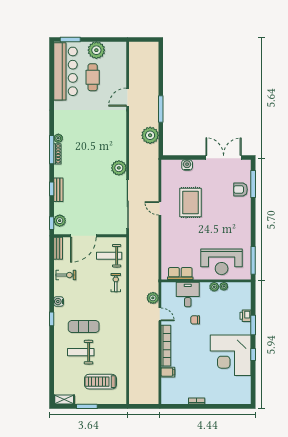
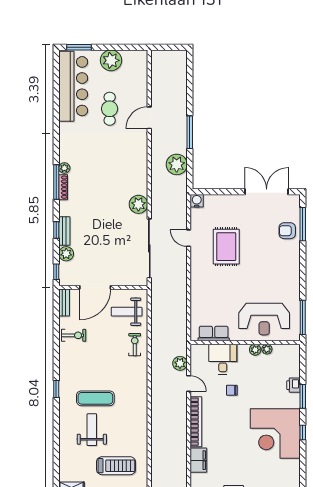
cafe table: (93, 77) -> (110, 109), moved
water cooler: (187, 165) -> (197, 201), moved
door: (160, 208) -> (189, 238), moved
plant: (60, 221) -> (66, 254), moved
water cooler: (59, 302) -> (65, 368), removed
weight bench: (81, 352) -> (92, 430), turned 90
filing cabinet: (168, 372) -> (198, 460), width x2.00
treadmill: (100, 382) -> (116, 466), turned 180

